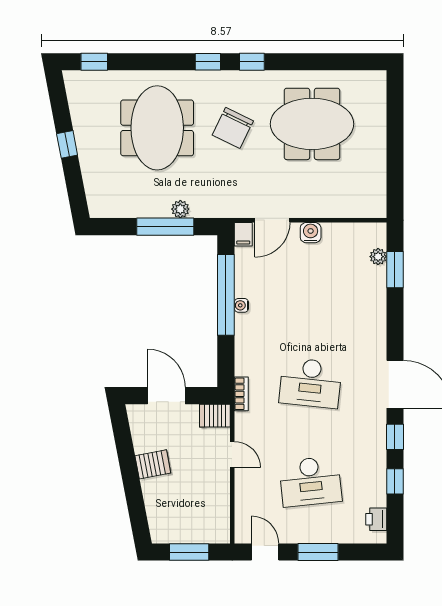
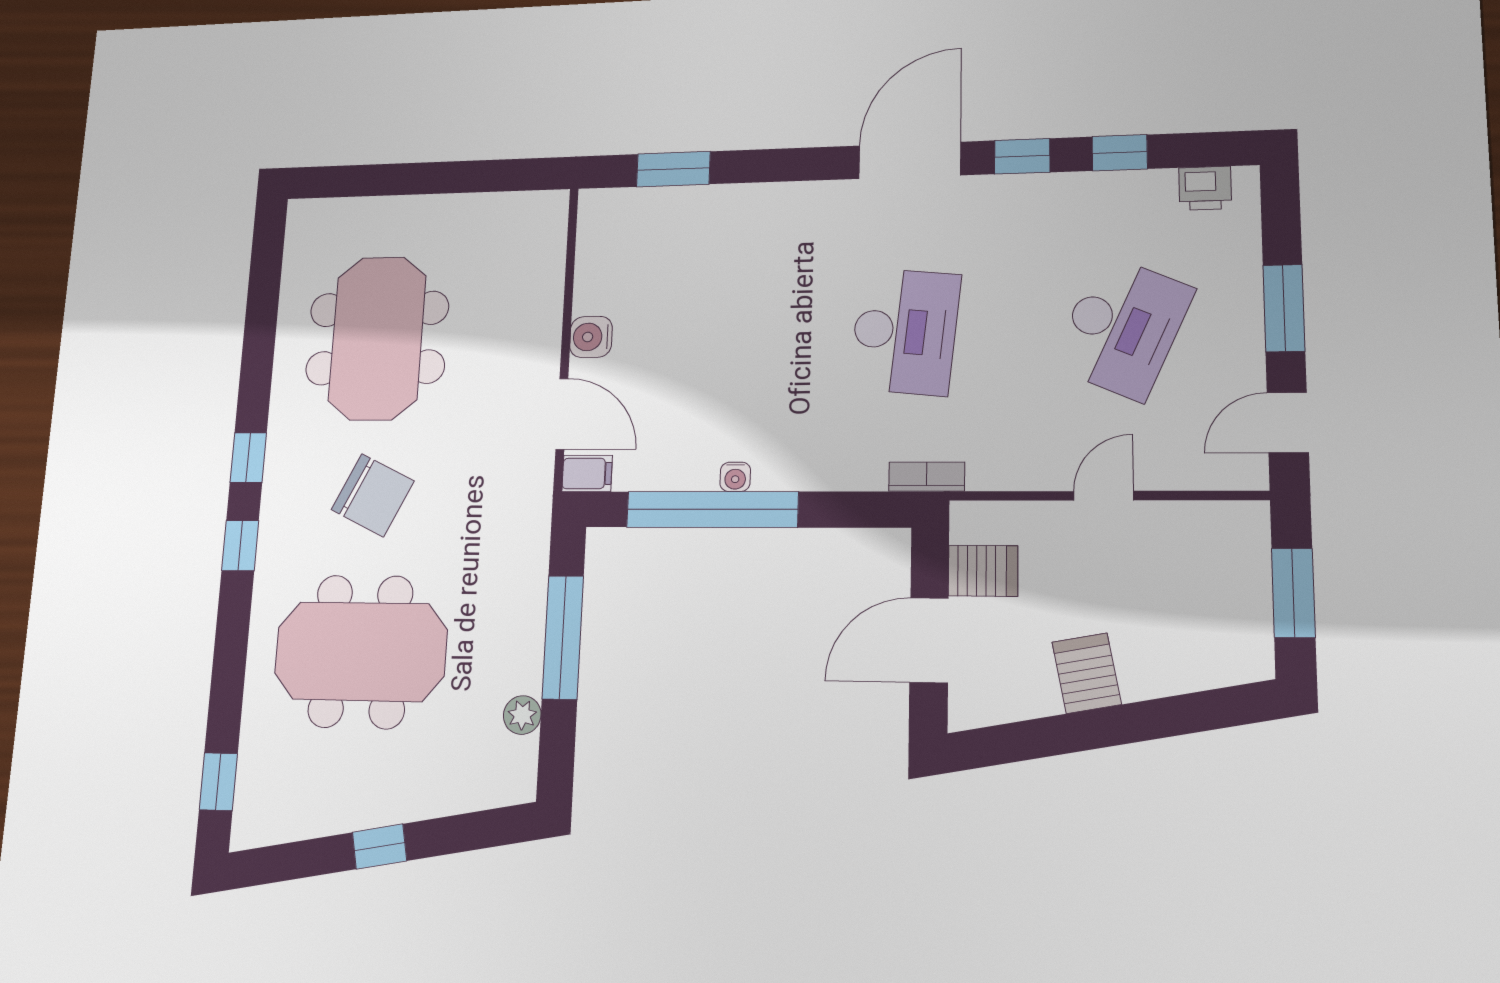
plant: (180, 209) -> (522, 715), moved
plant: (378, 257) -> (646, 203), removed
server rack: (215, 416) -> (983, 571), moved, turned -90
door: (232, 455) -> (1104, 496), moved
desk: (310, 481) -> (1122, 327), turned 30

